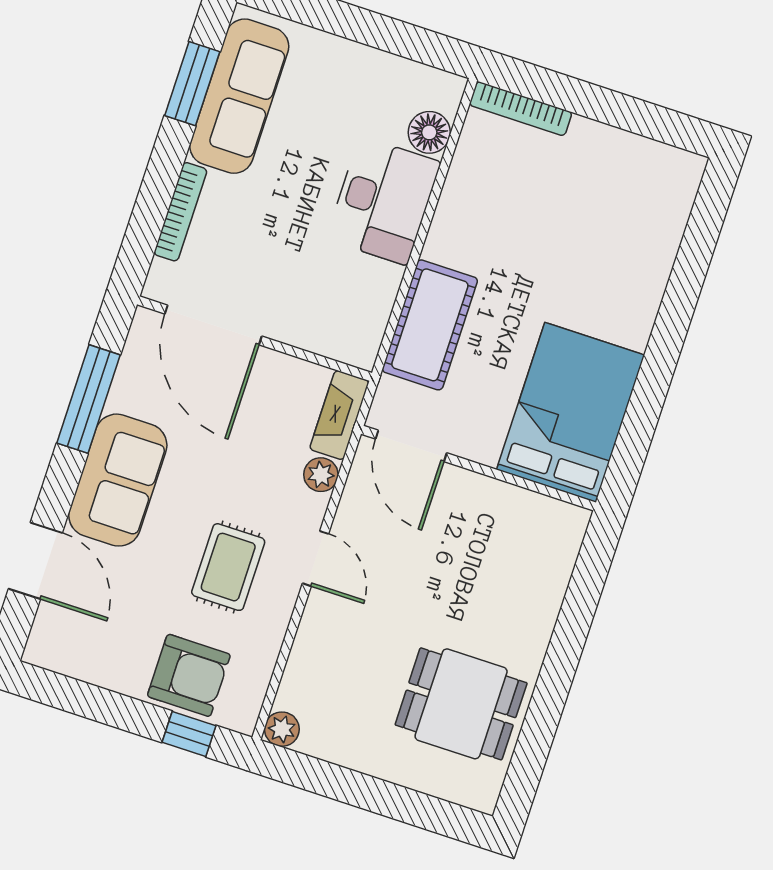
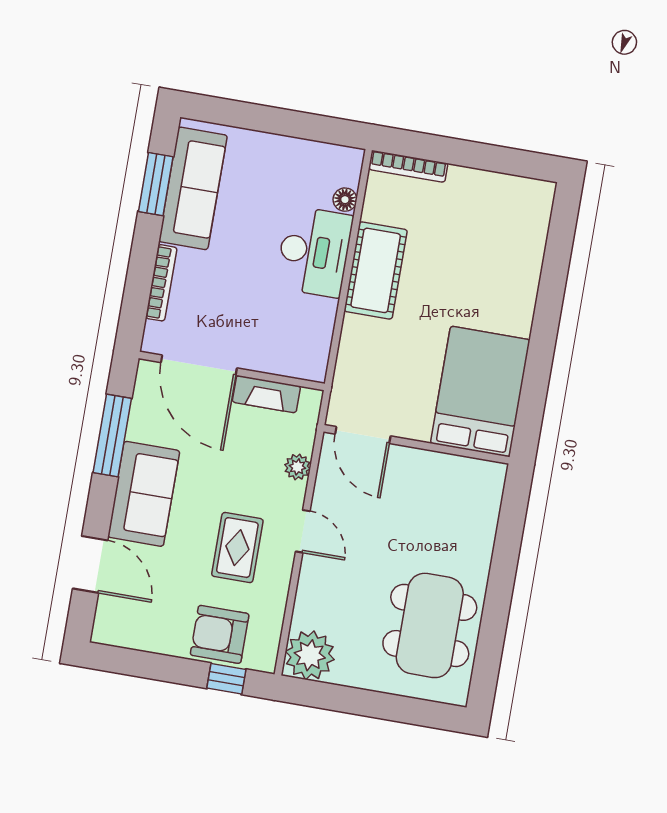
floor lamp: (429, 132) -> (345, 200), width x0.73, depth x0.73
cot: (430, 325) -> (376, 270), moved
fireplace: (339, 415) -> (266, 394), moved, turned -90
armchair: (189, 675) -> (220, 634), turned 180
dining table: (461, 704) -> (430, 625), width x1.38
plant: (282, 729) -> (310, 655), width x1.88, depth x1.88

